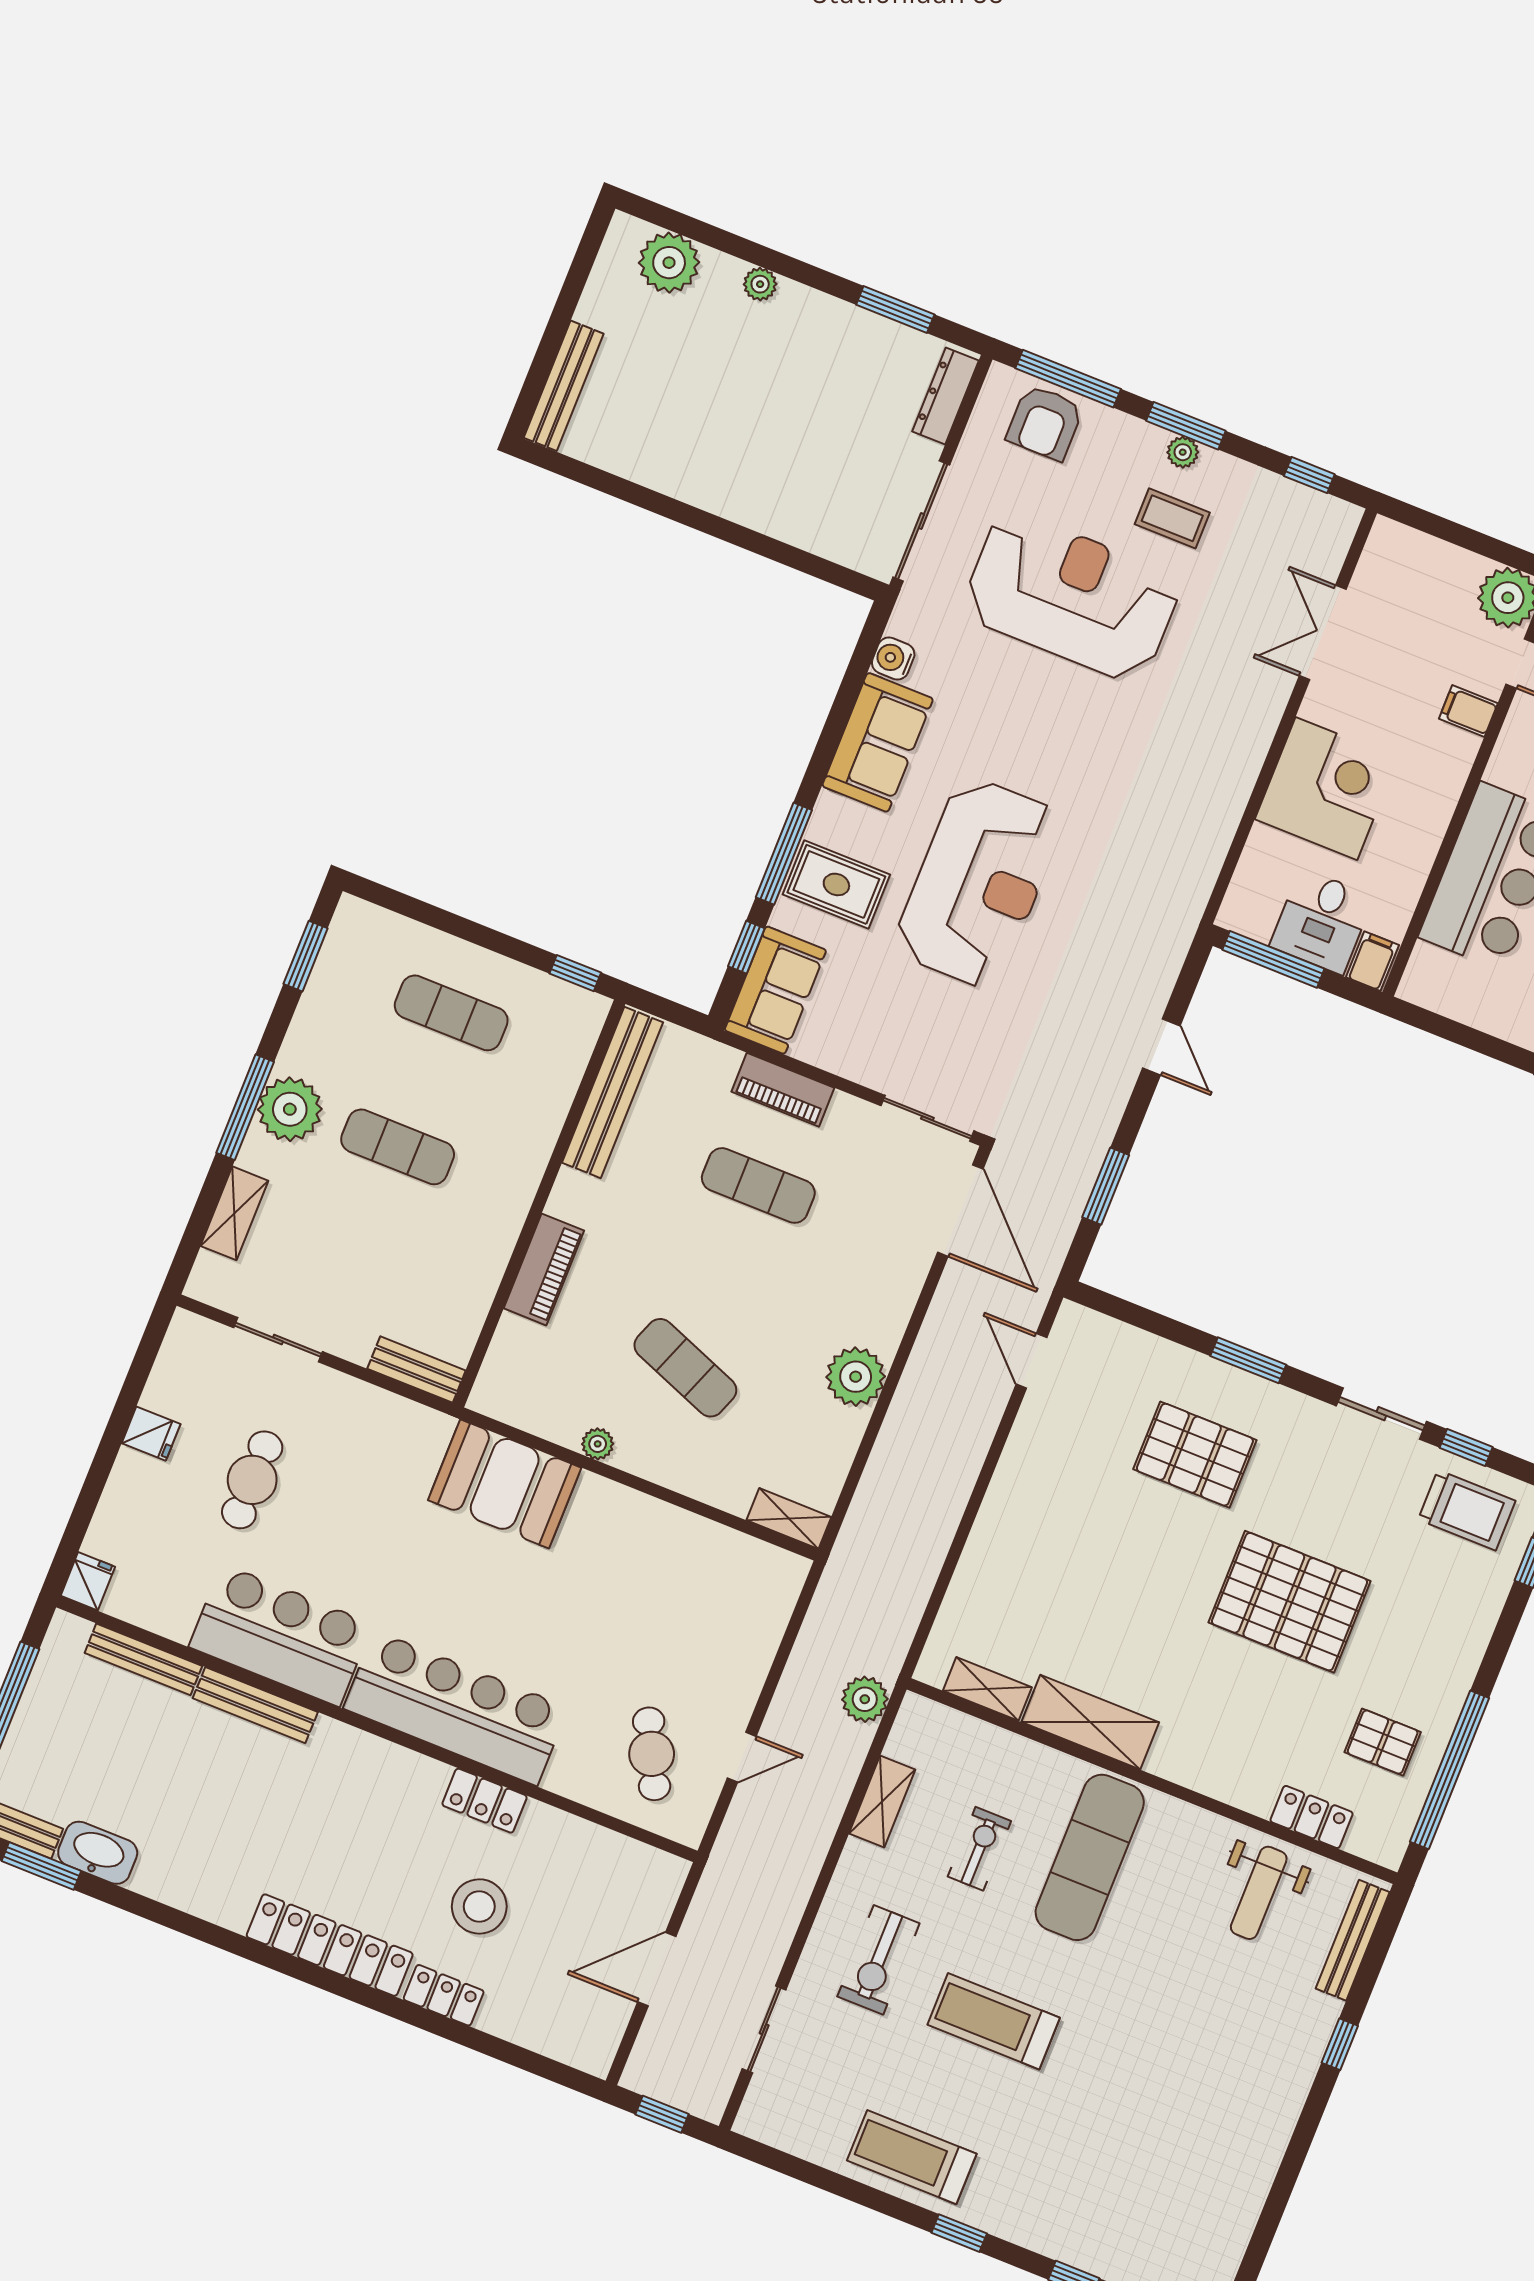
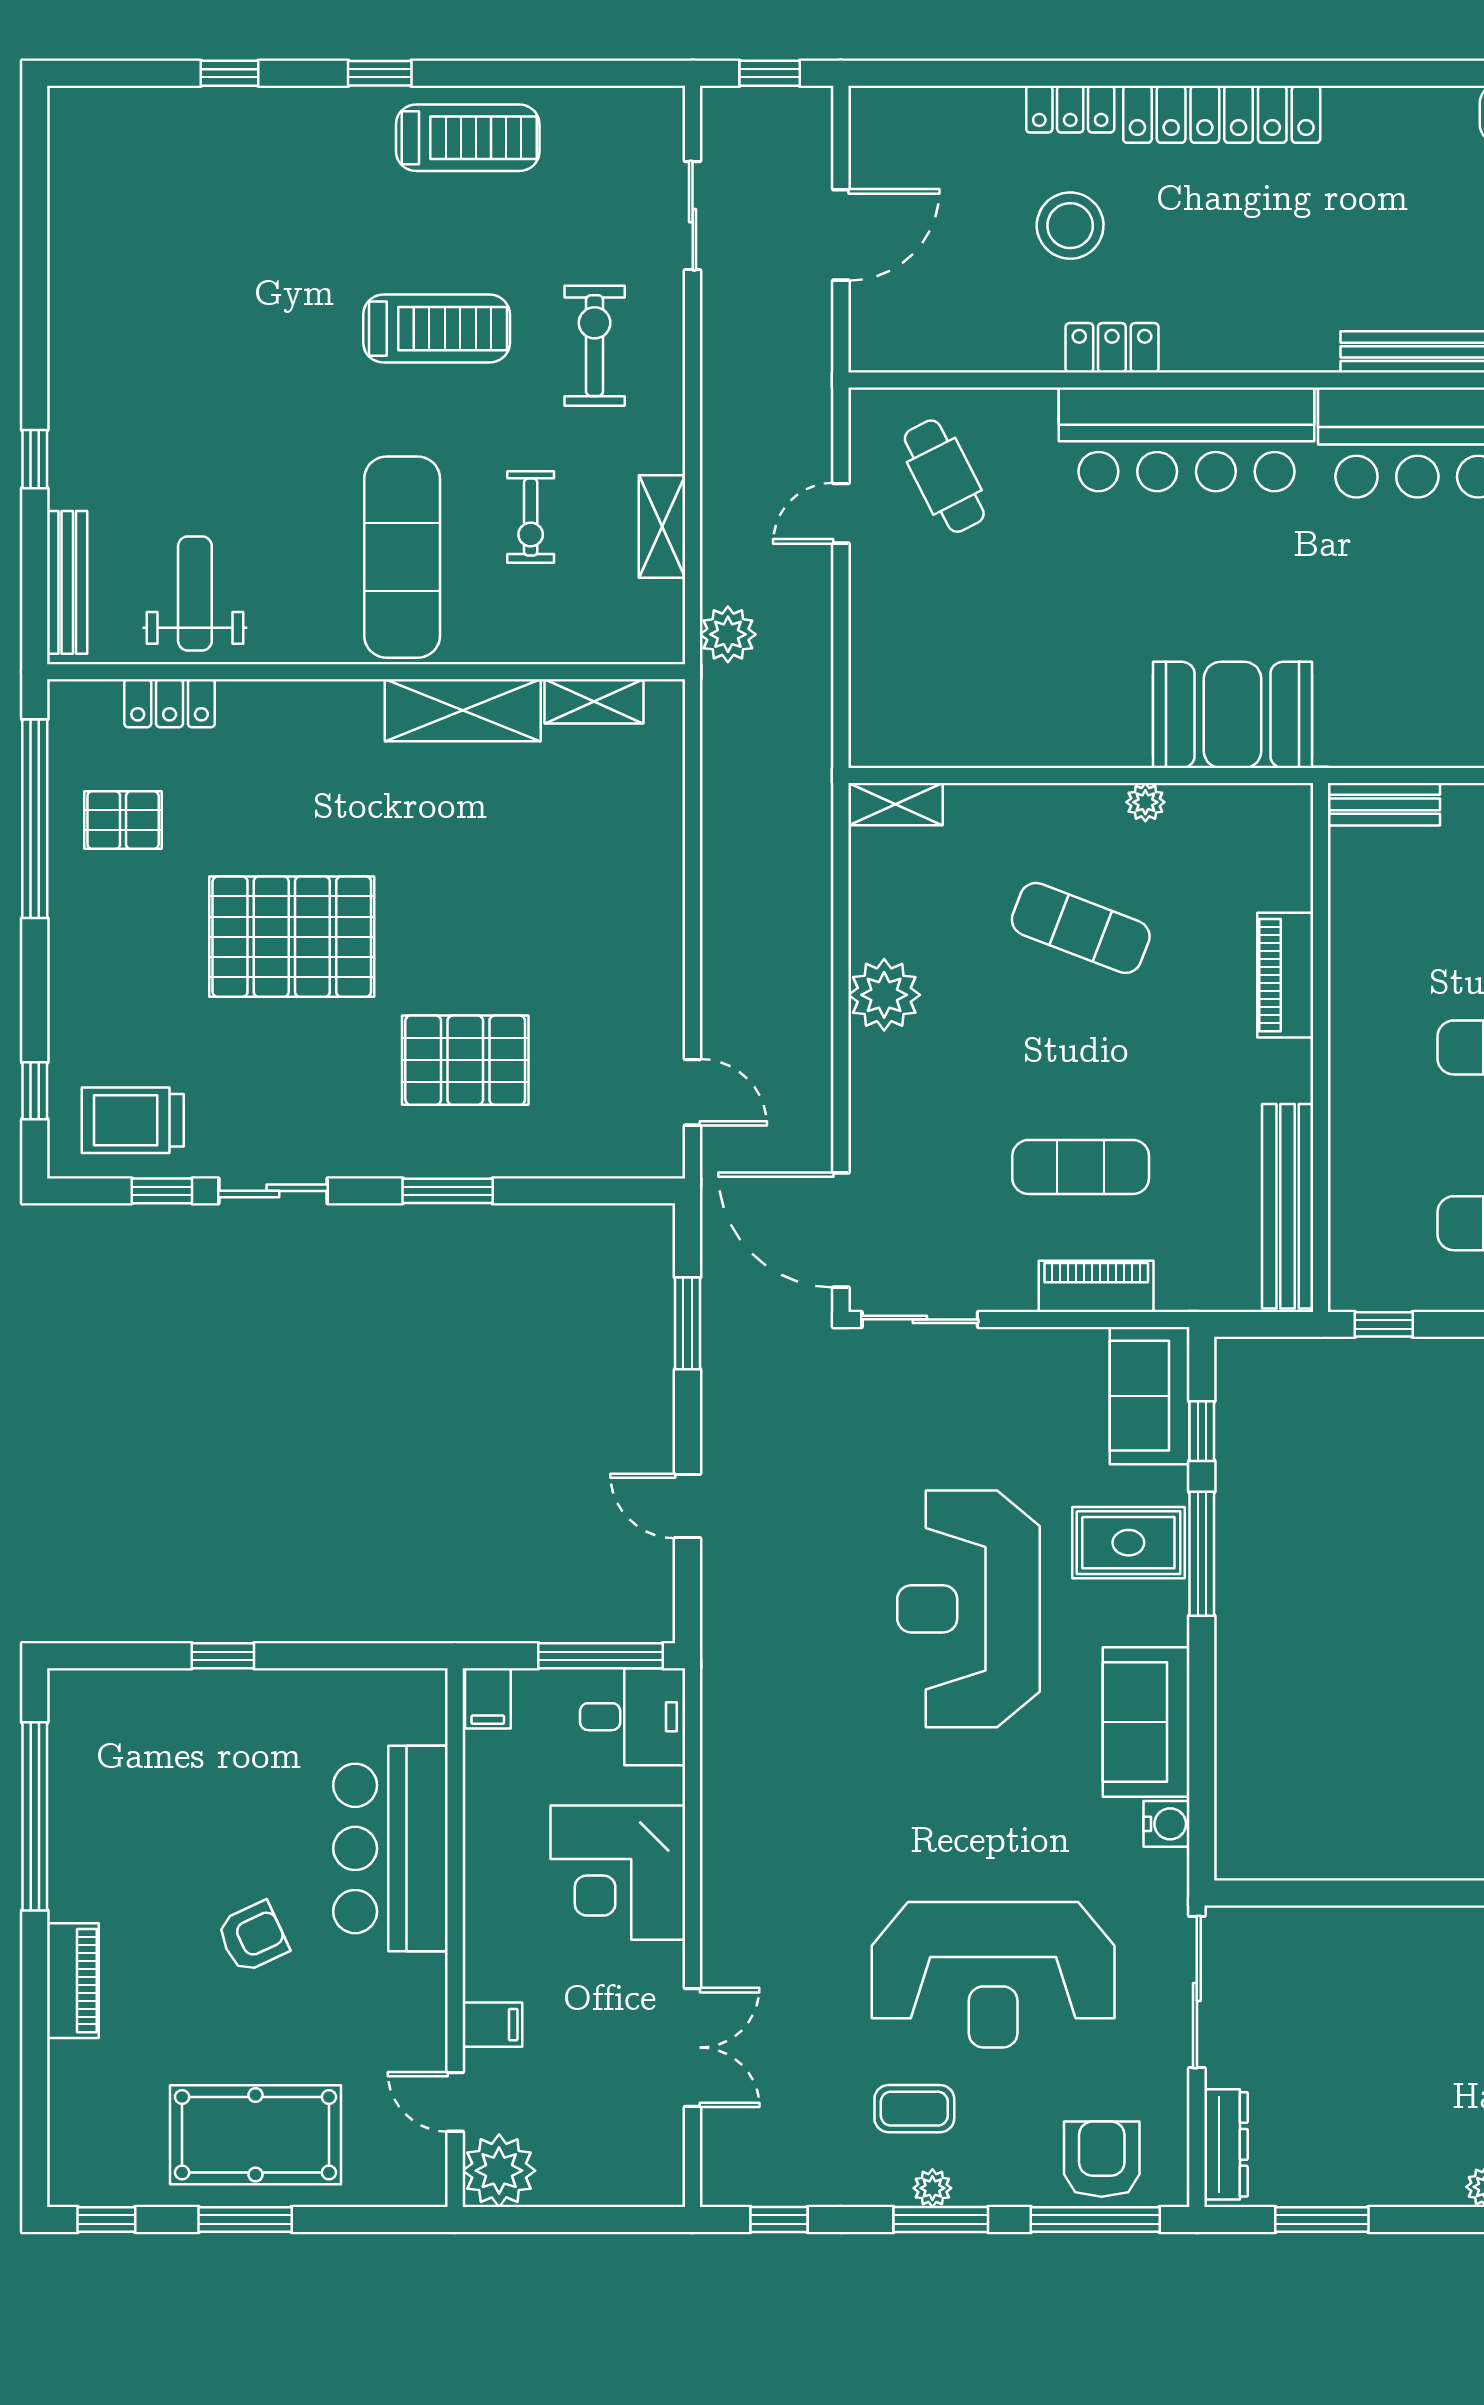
desk: (1322, 921) -> (633, 1717), moved, turned 90

